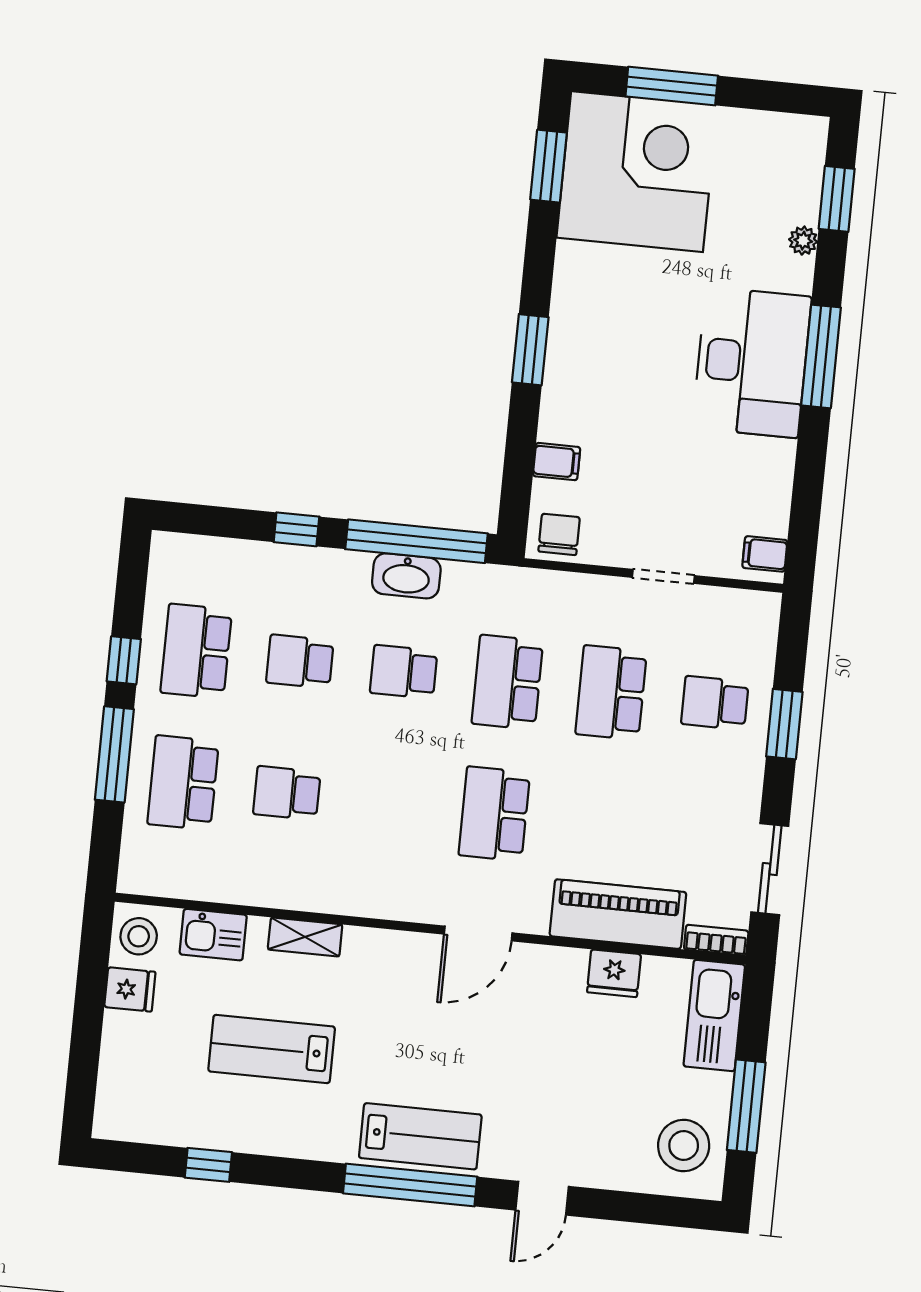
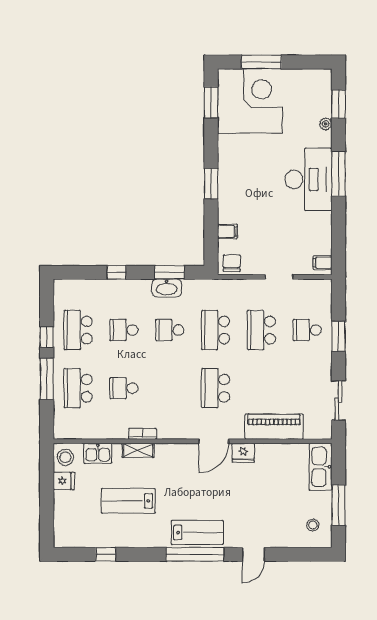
window: (416, 541) -> (170, 272), width x0.47
bookcase: (716, 940) -> (143, 434), moved
fridge: (614, 973) -> (243, 453), moved
stool: (684, 1146) -> (313, 525), width x0.53, depth x0.53

